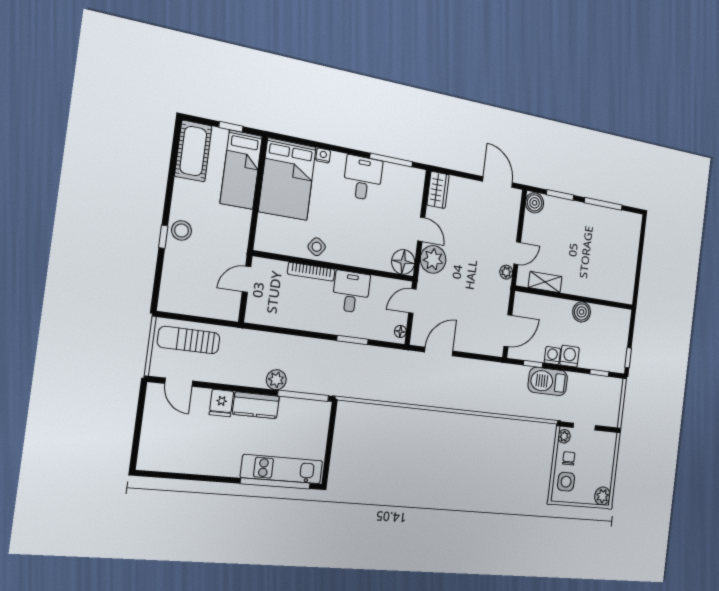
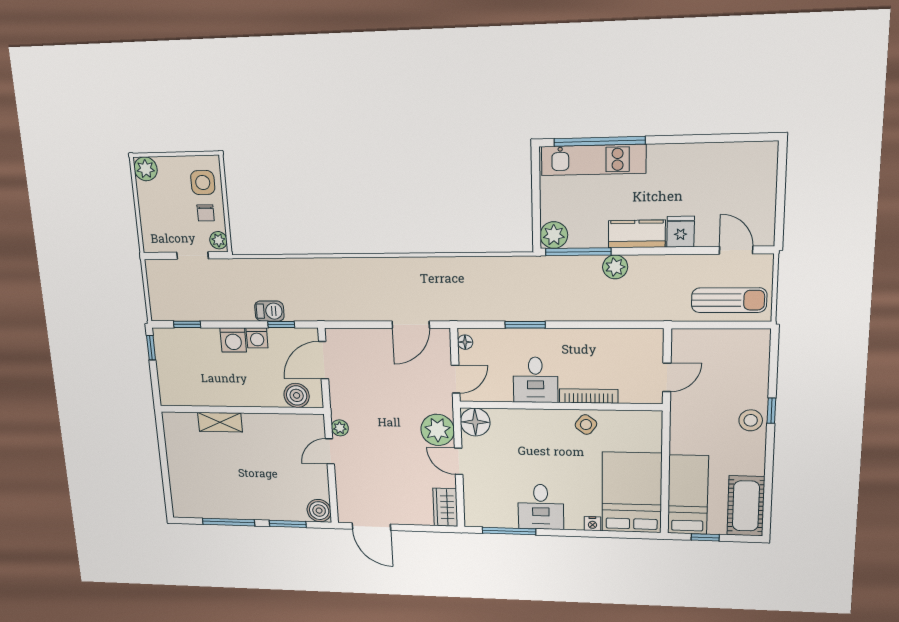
shelving: (545, 282) -> (220, 422), moved
boiler: (582, 312) -> (297, 395), moved
barbecue: (548, 381) -> (269, 311), width x0.53, depth x0.65
plant: (320, 412) -> (554, 235), added

